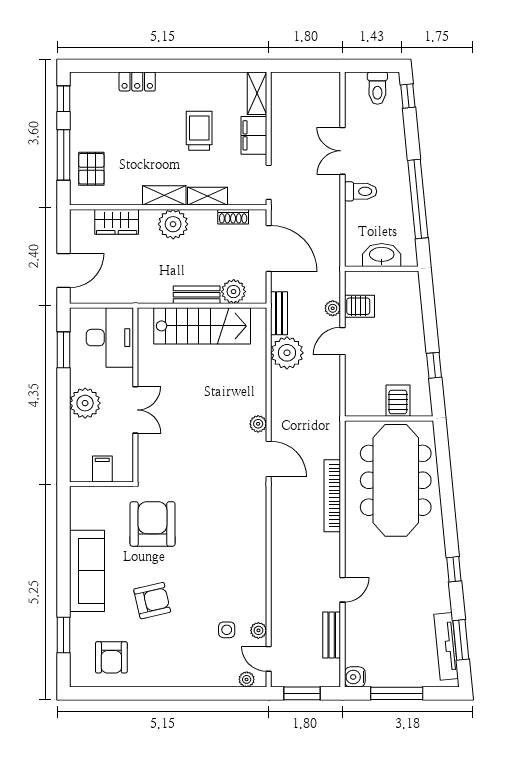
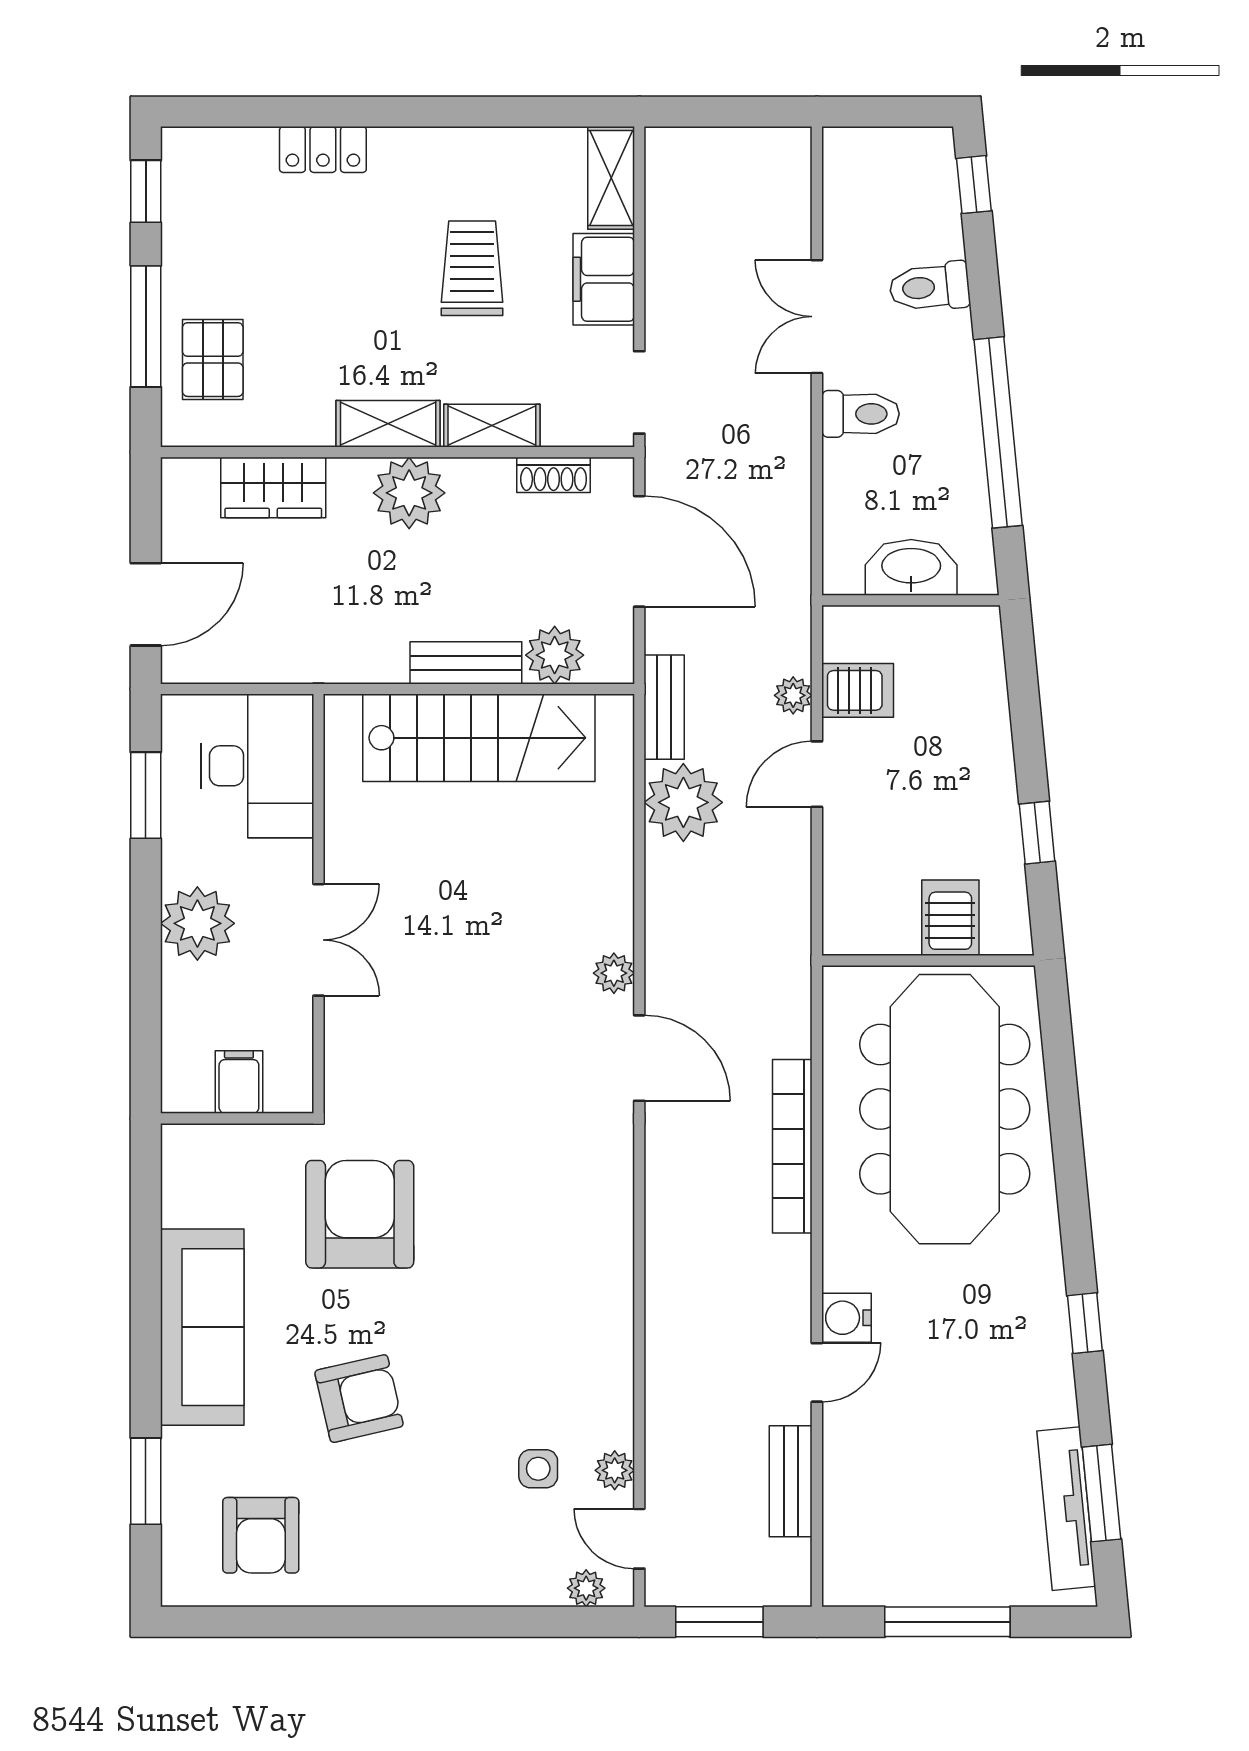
toilet: (377, 88) -> (930, 287), moved, turned 84
water cooler: (355, 677) -> (846, 1318), moved

